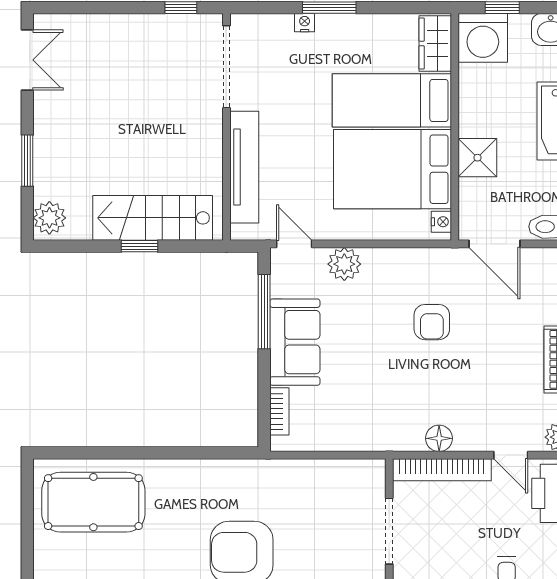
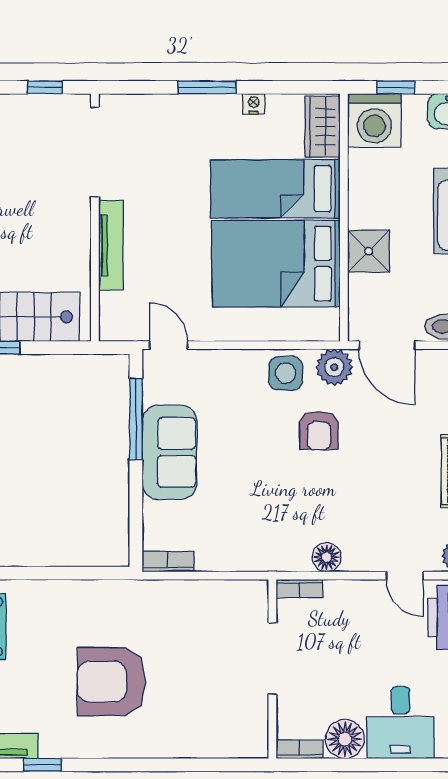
nightstand: (305, 23) -> (254, 104), moved
tv unit: (244, 167) -> (111, 245), width x0.73, depth x0.78
nightstand: (441, 222) -> (329, 321), removed
plant: (344, 264) -> (334, 367), moved
side table: (401, 270) -> (286, 373), added
bookcase: (279, 411) -> (168, 561), moved, turned -90
bookcase: (442, 470) -> (299, 589), width x0.43, depth x0.76

